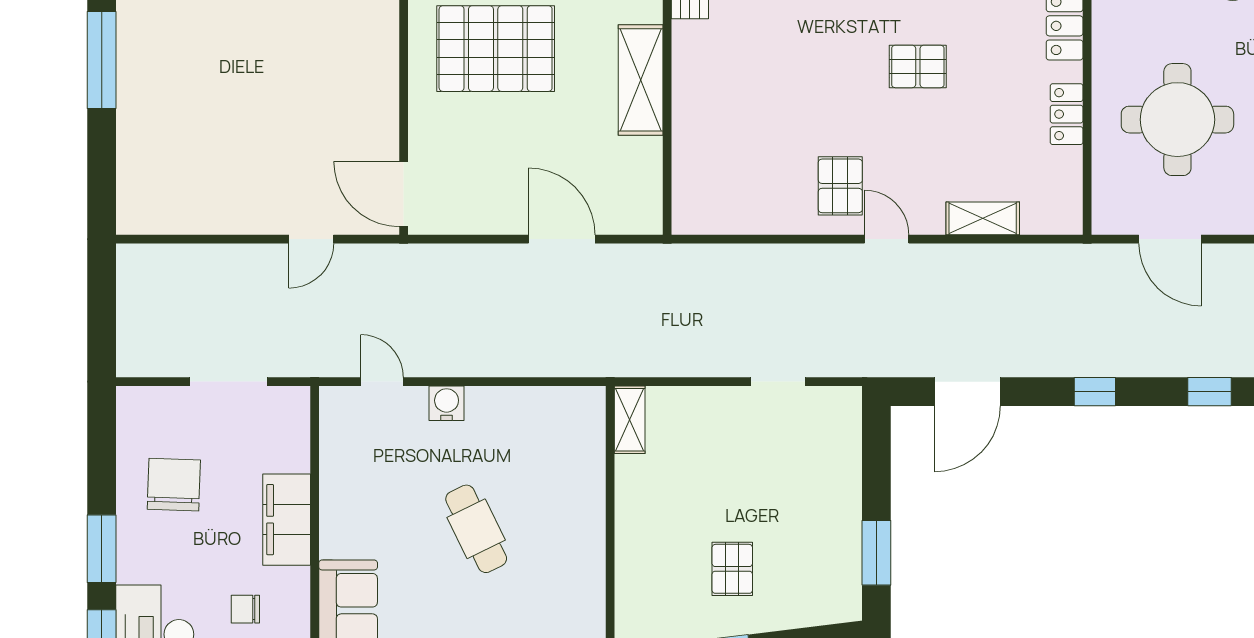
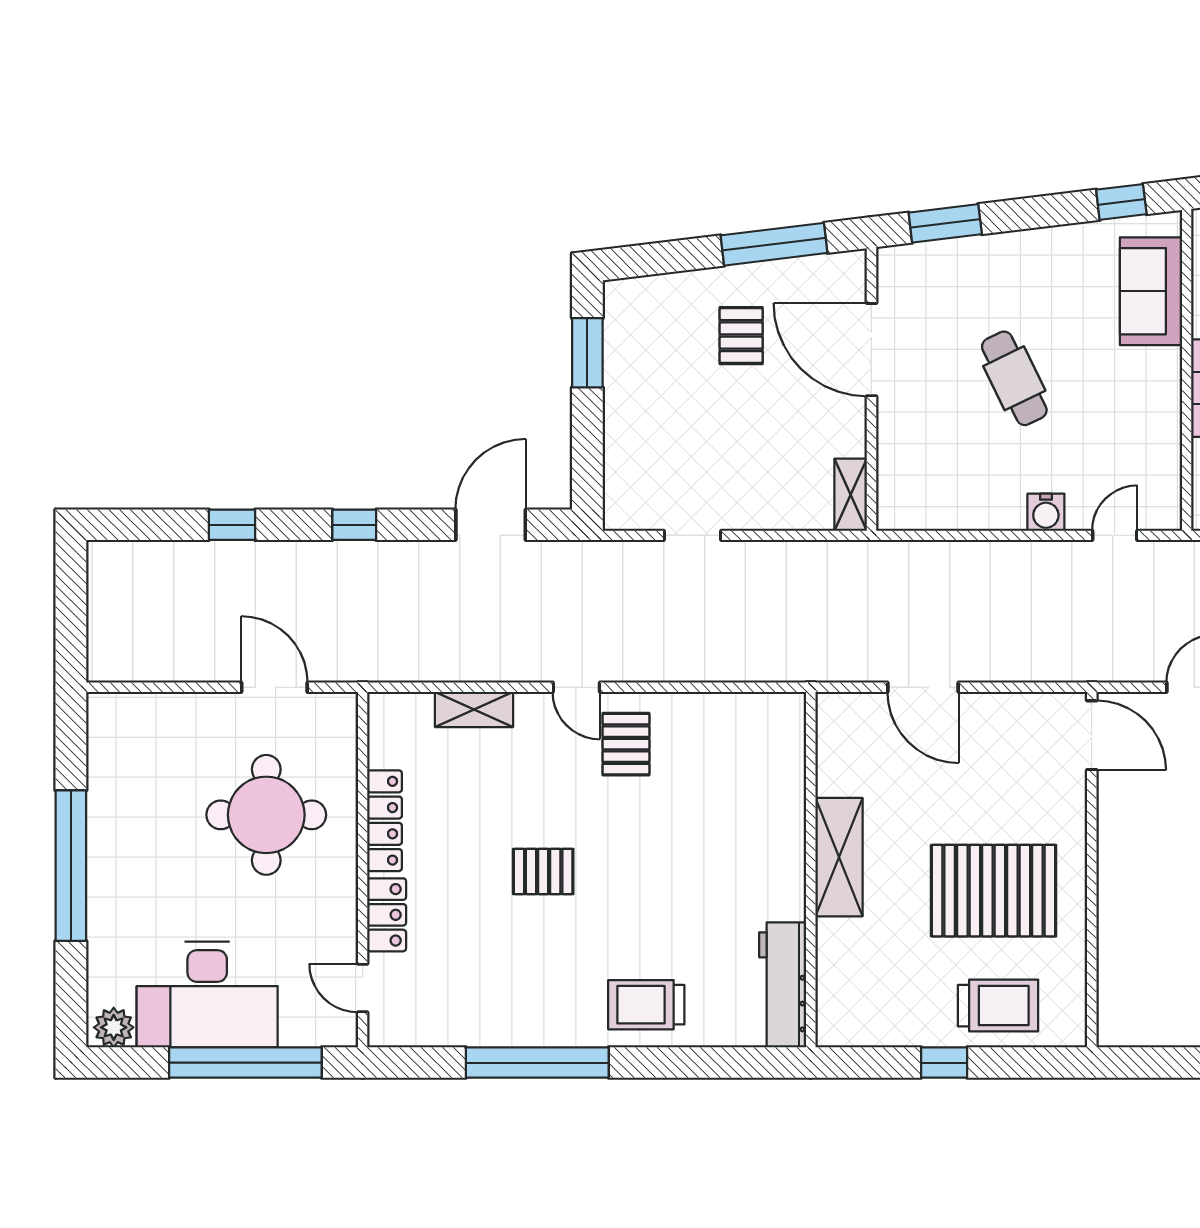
locker: (1067, 114) -> (385, 821), width x1.53
door: (382, 382) -> (1115, 535), swing flipped
door: (610, 556) -> (871, 350), added

